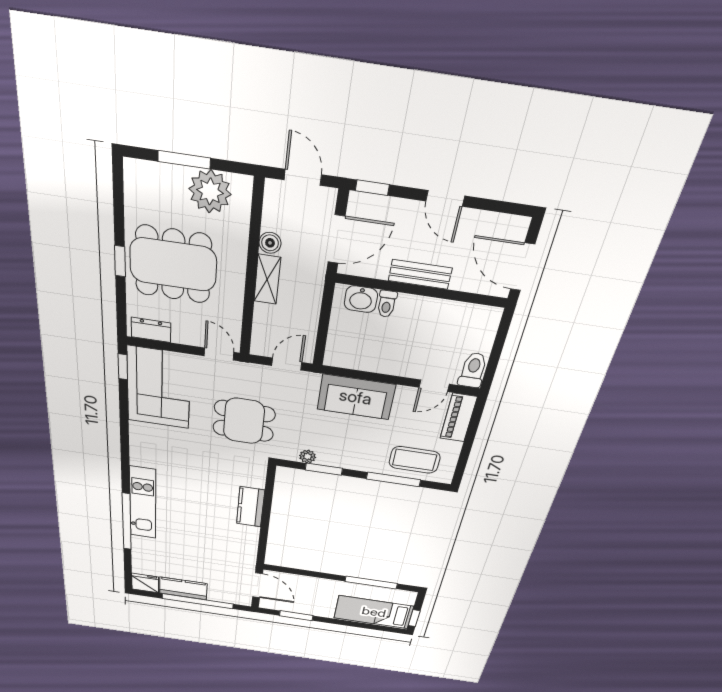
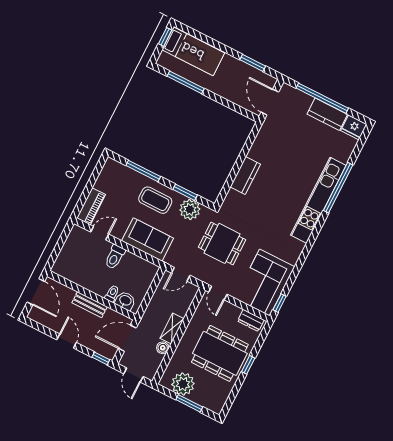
toilet: (473, 370) -> (115, 257), moved
plant: (308, 456) -> (190, 209), width x1.88, depth x1.88
coffee table: (415, 460) -> (155, 200), moved
kitchen unit: (143, 503) -> (318, 200), width x1.36

